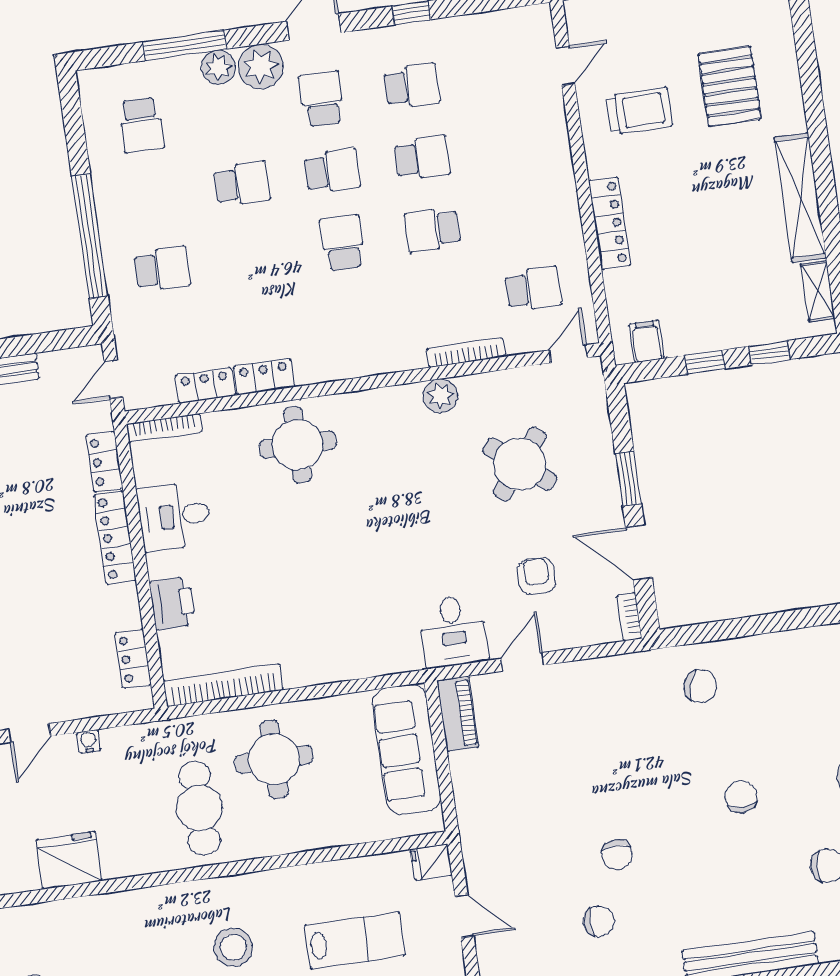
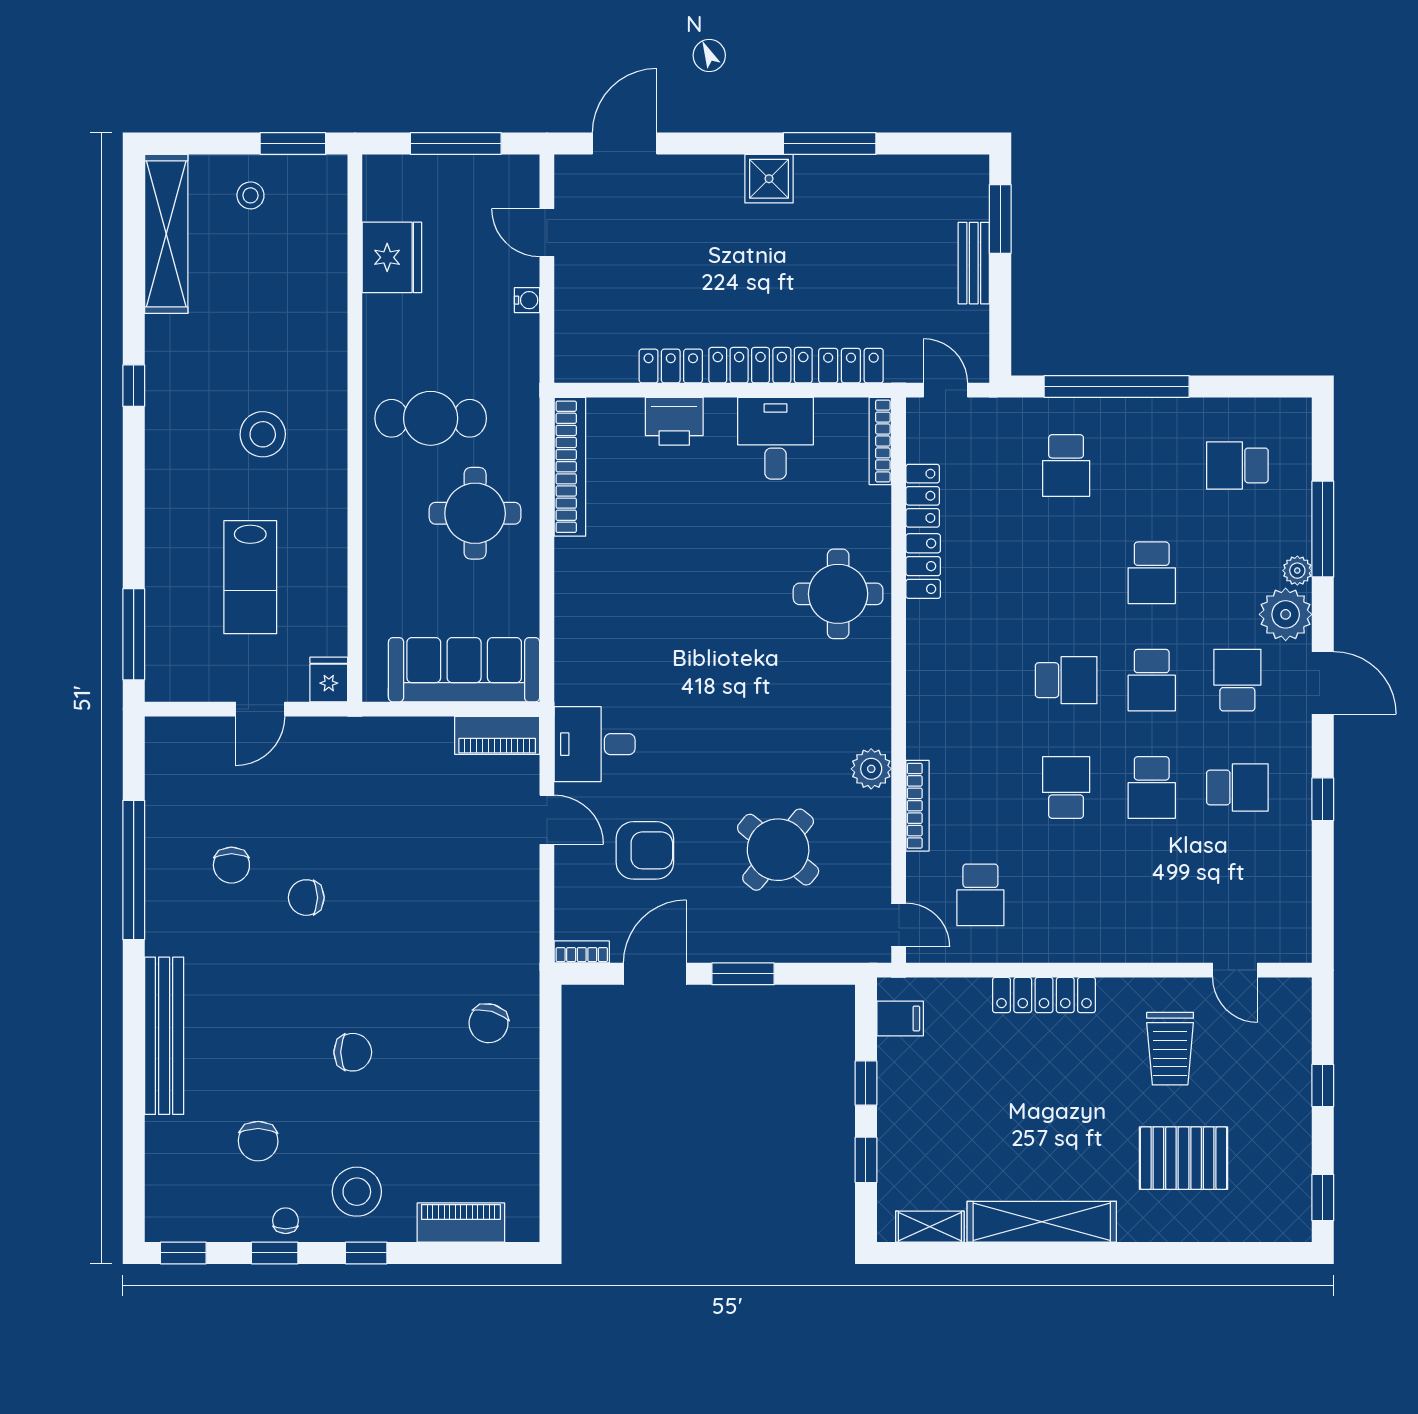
plant: (218, 67) -> (1297, 571), width x0.73, depth x0.73
school desk: (412, 86) -> (1237, 787), turned -90
school desk: (322, 99) -> (1237, 680), turned -90
armchair: (536, 576) -> (645, 850), width x1.38, depth x1.38
locker: (133, 659) -> (671, 366), moved

